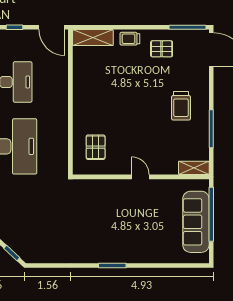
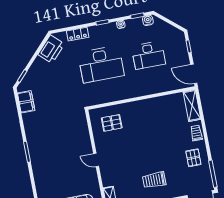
door: (52, 27) -> (194, 74), hinge flipped
door: (140, 177) -> (96, 160), swing flipped
filing cabinet: (46, 254) -> (26, 102), added

